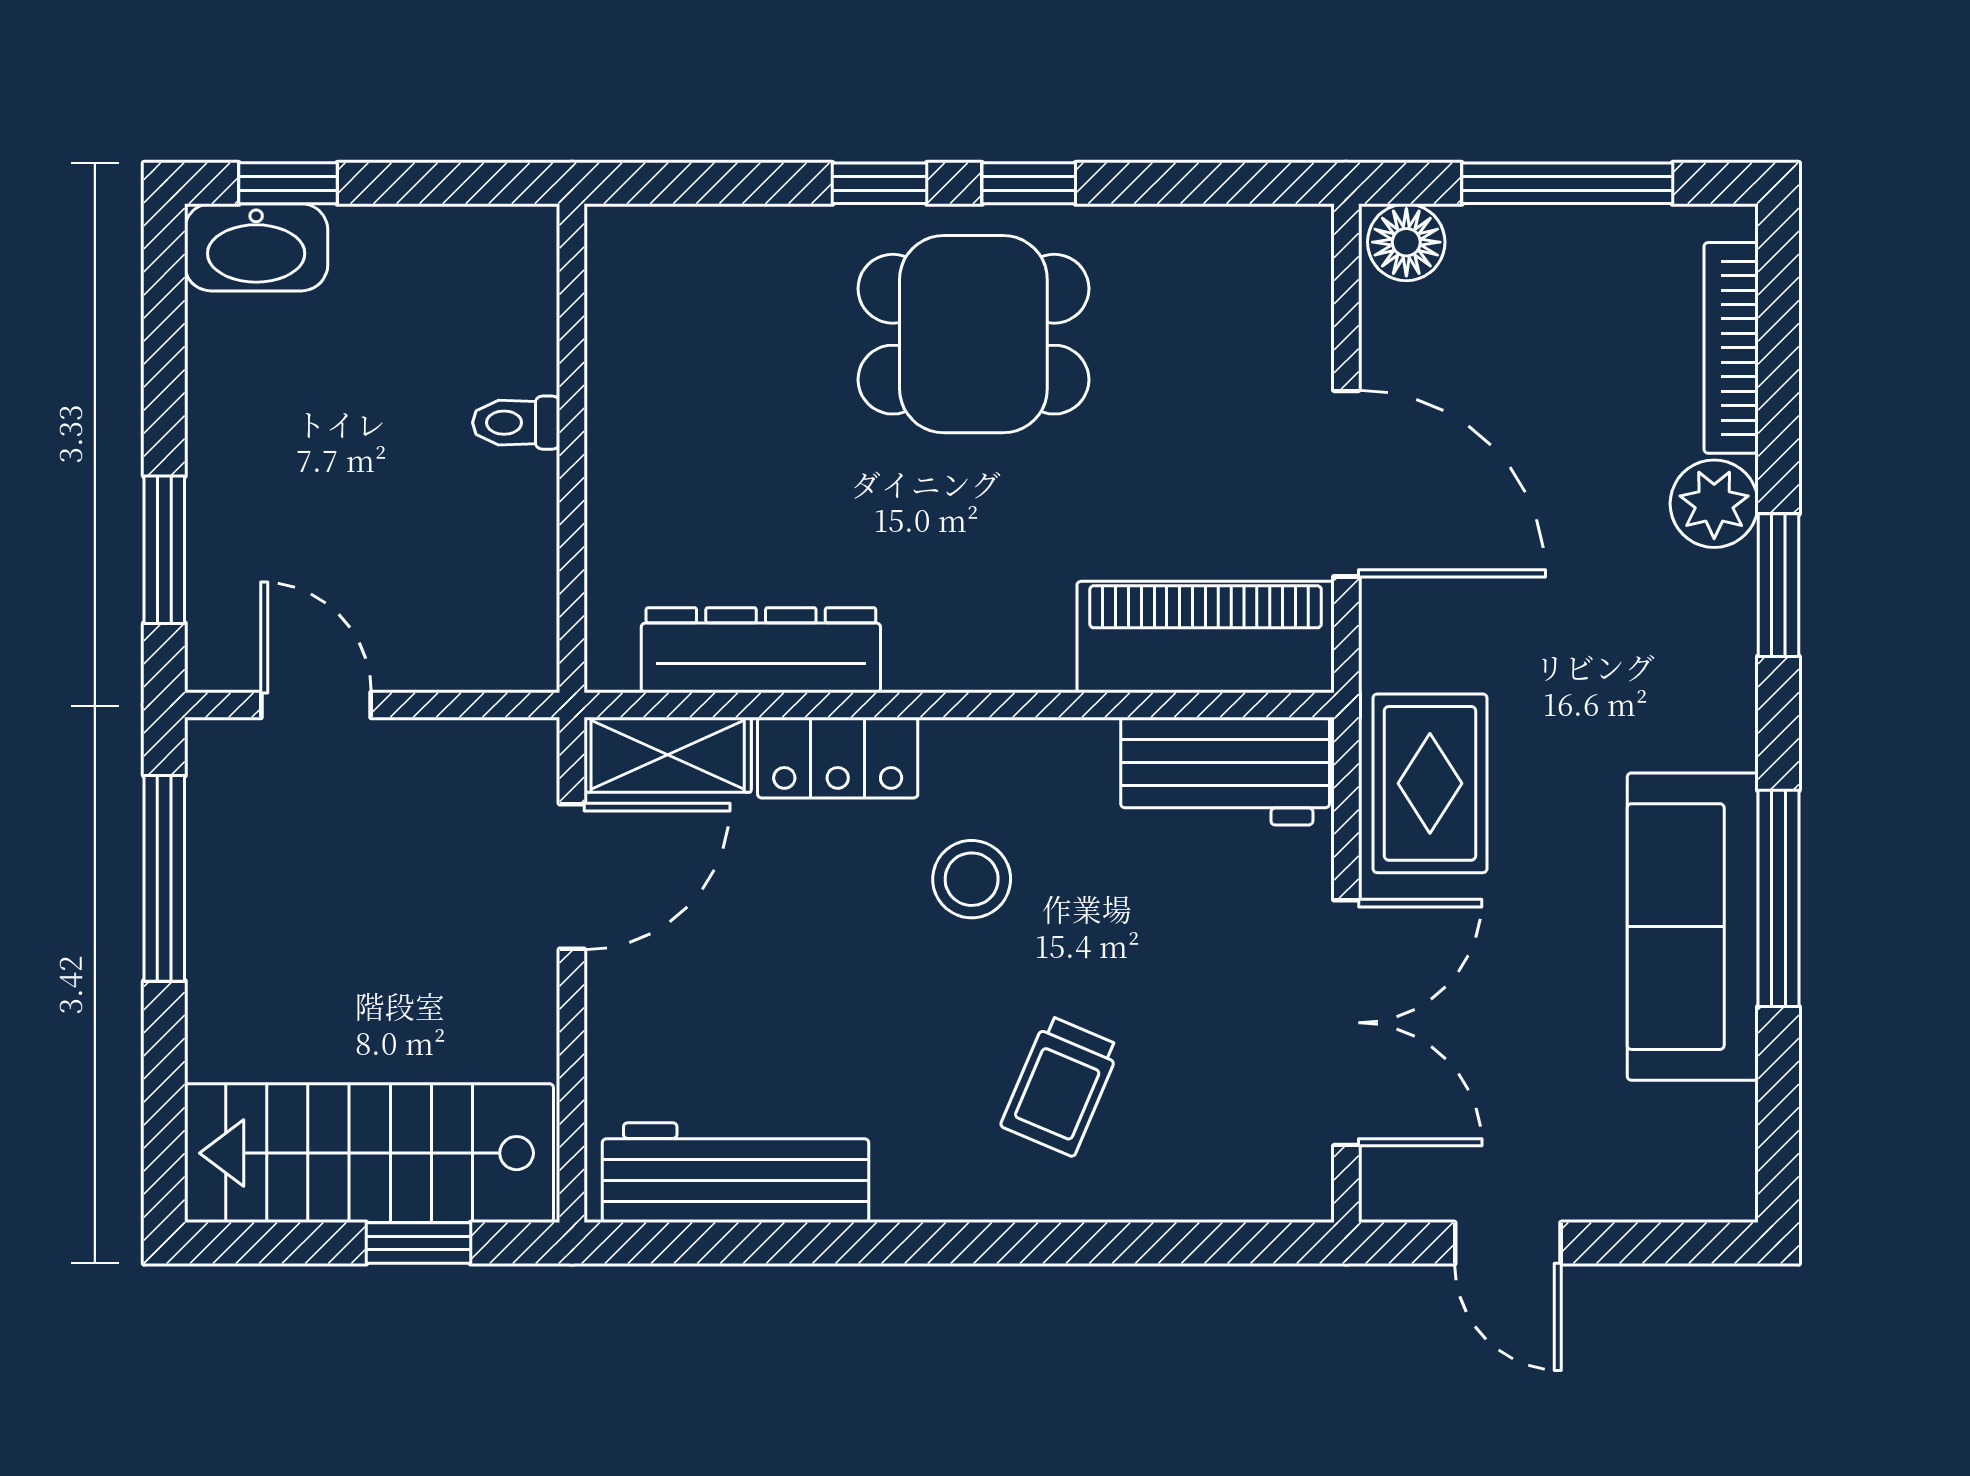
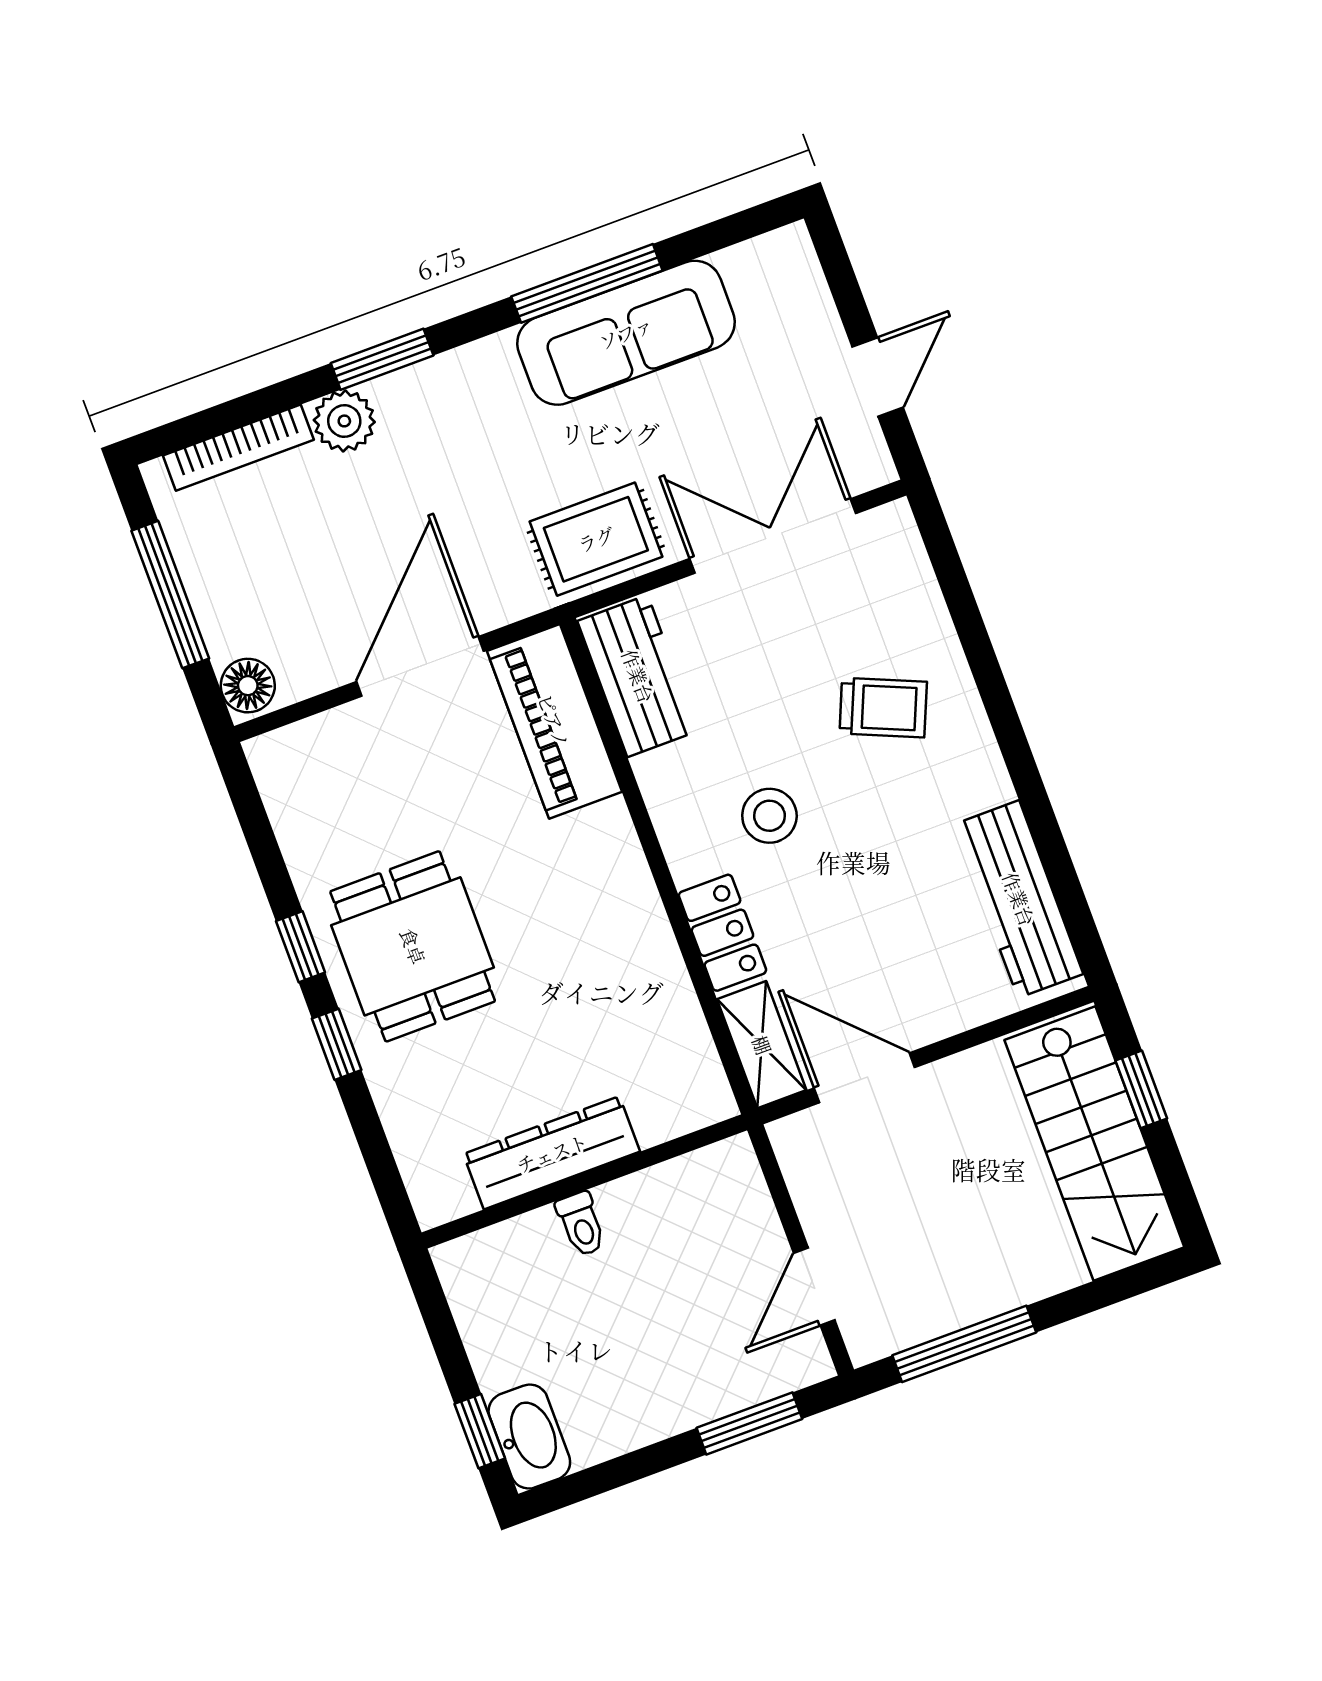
dresser: (761, 650) -> (552, 1153), moved, turned 90

